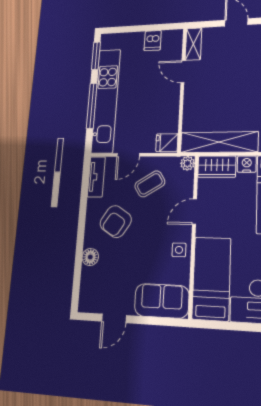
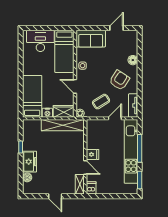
dishwasher: (153, 41) -> (91, 188), moved
fridge: (167, 143) -> (92, 154), moved
door: (194, 212) -> (75, 86), swing flipped

